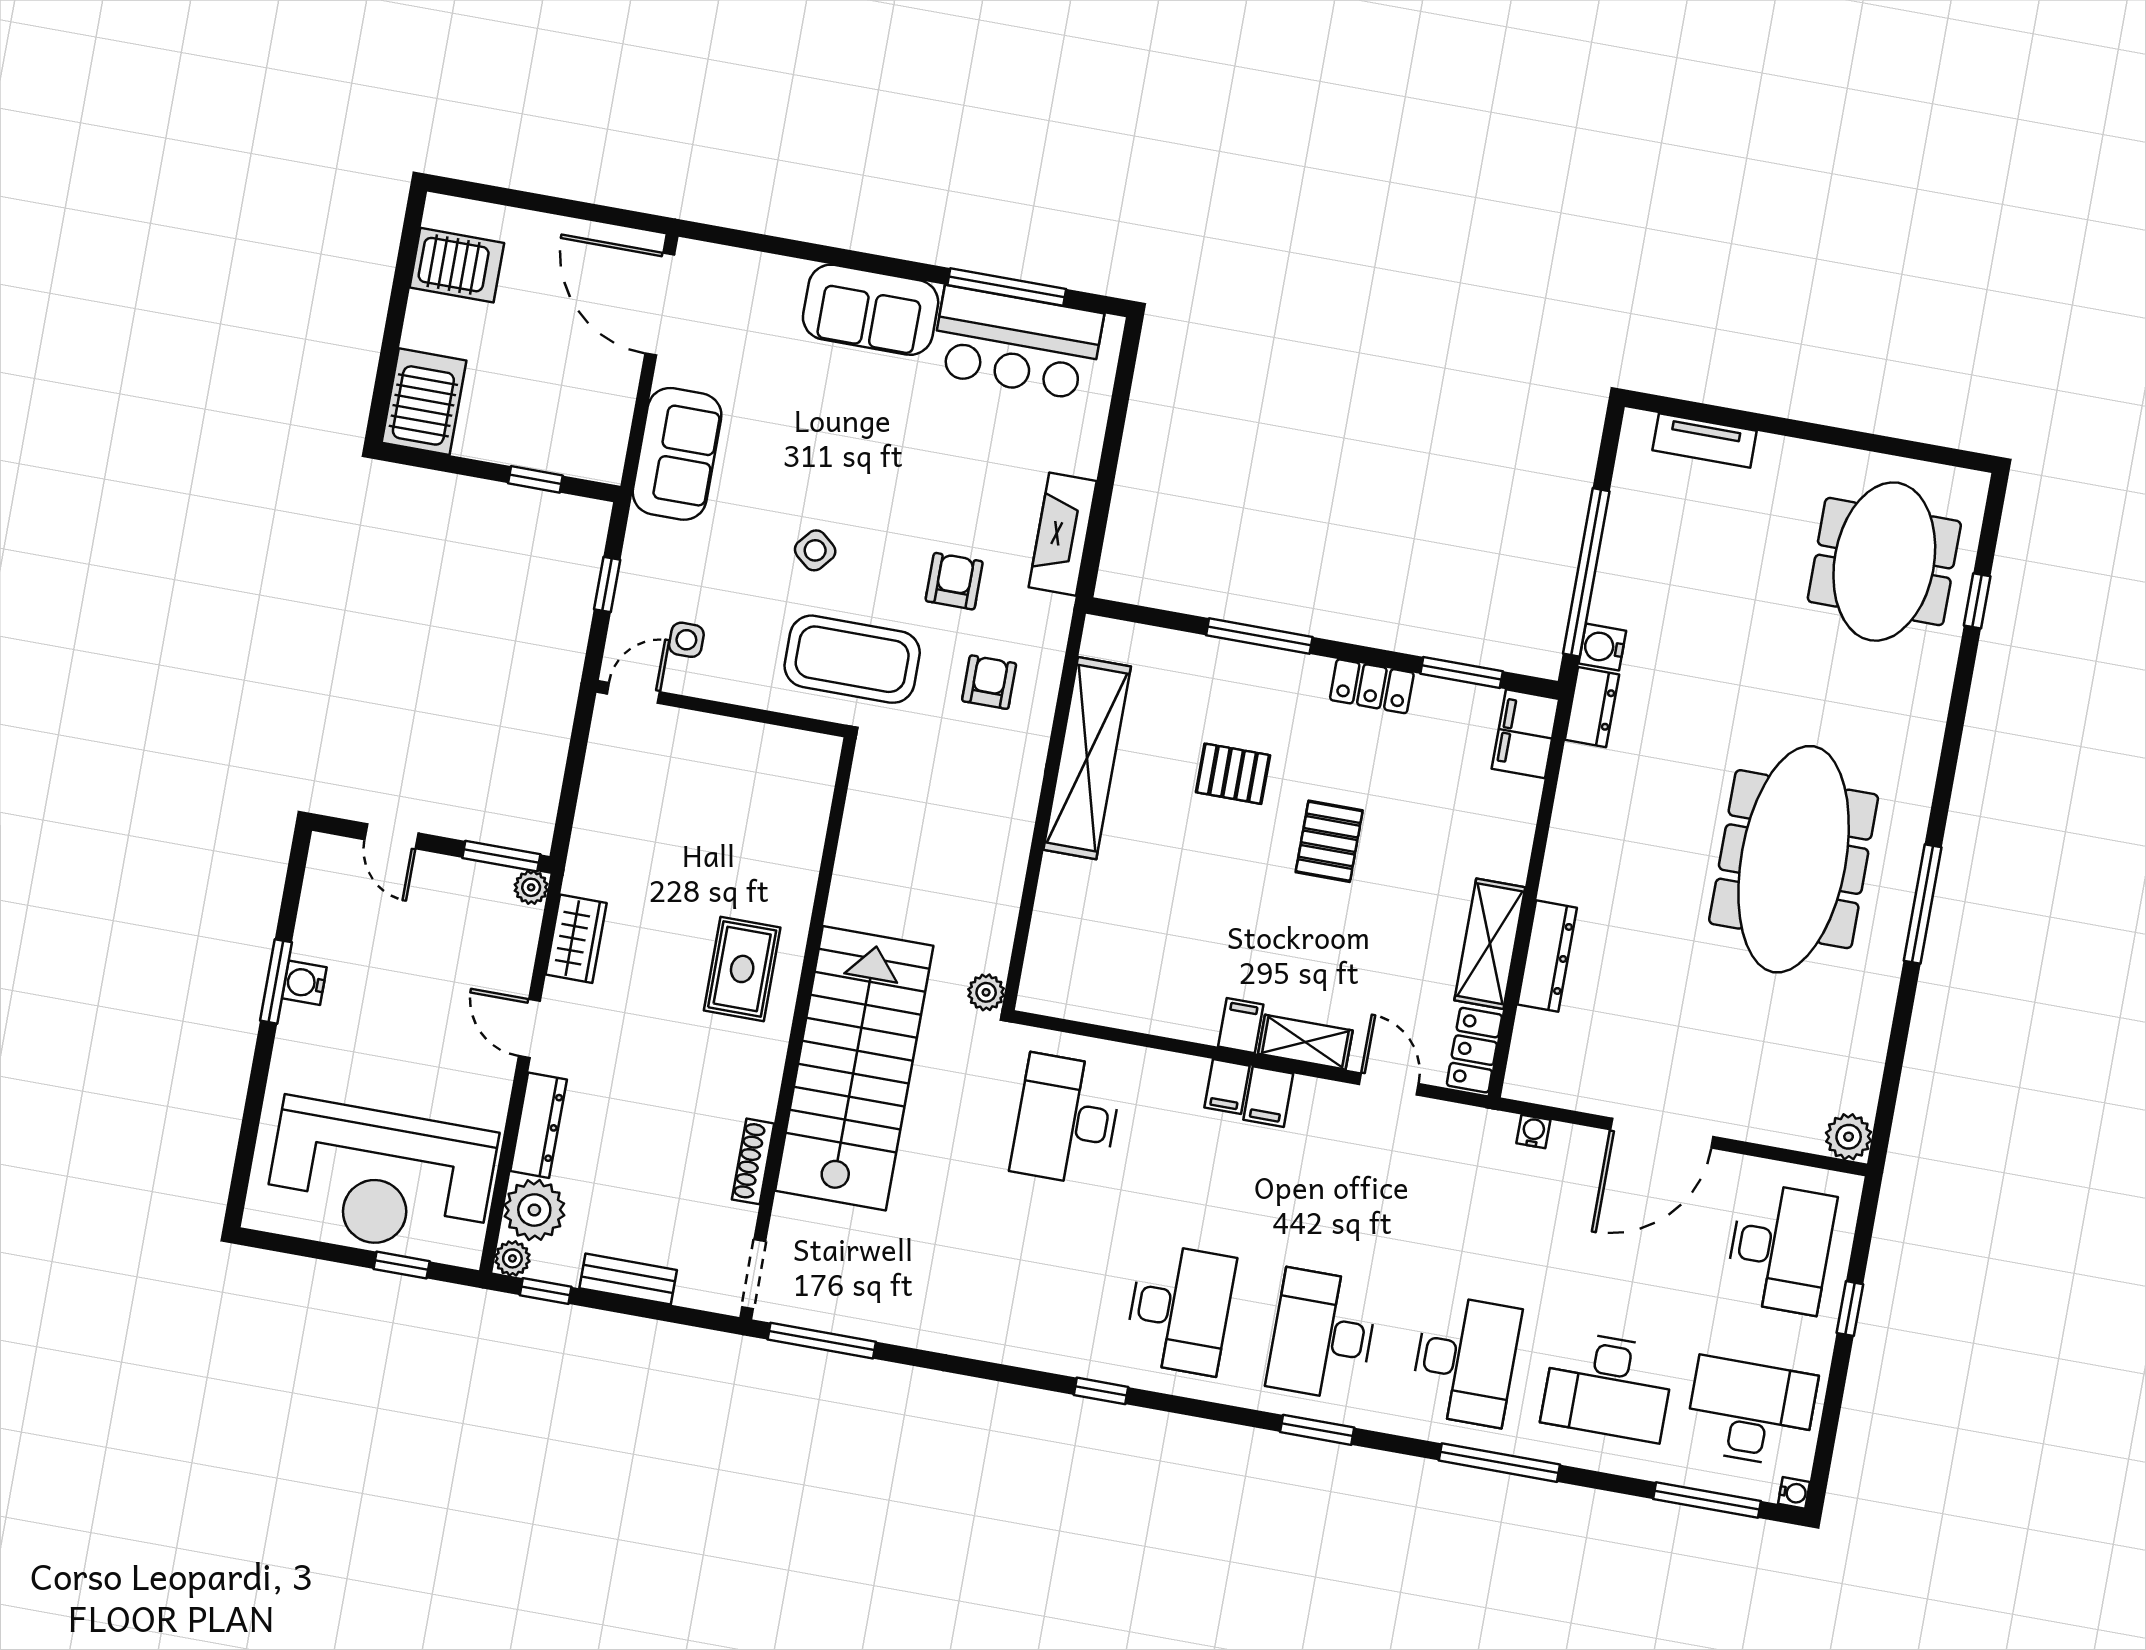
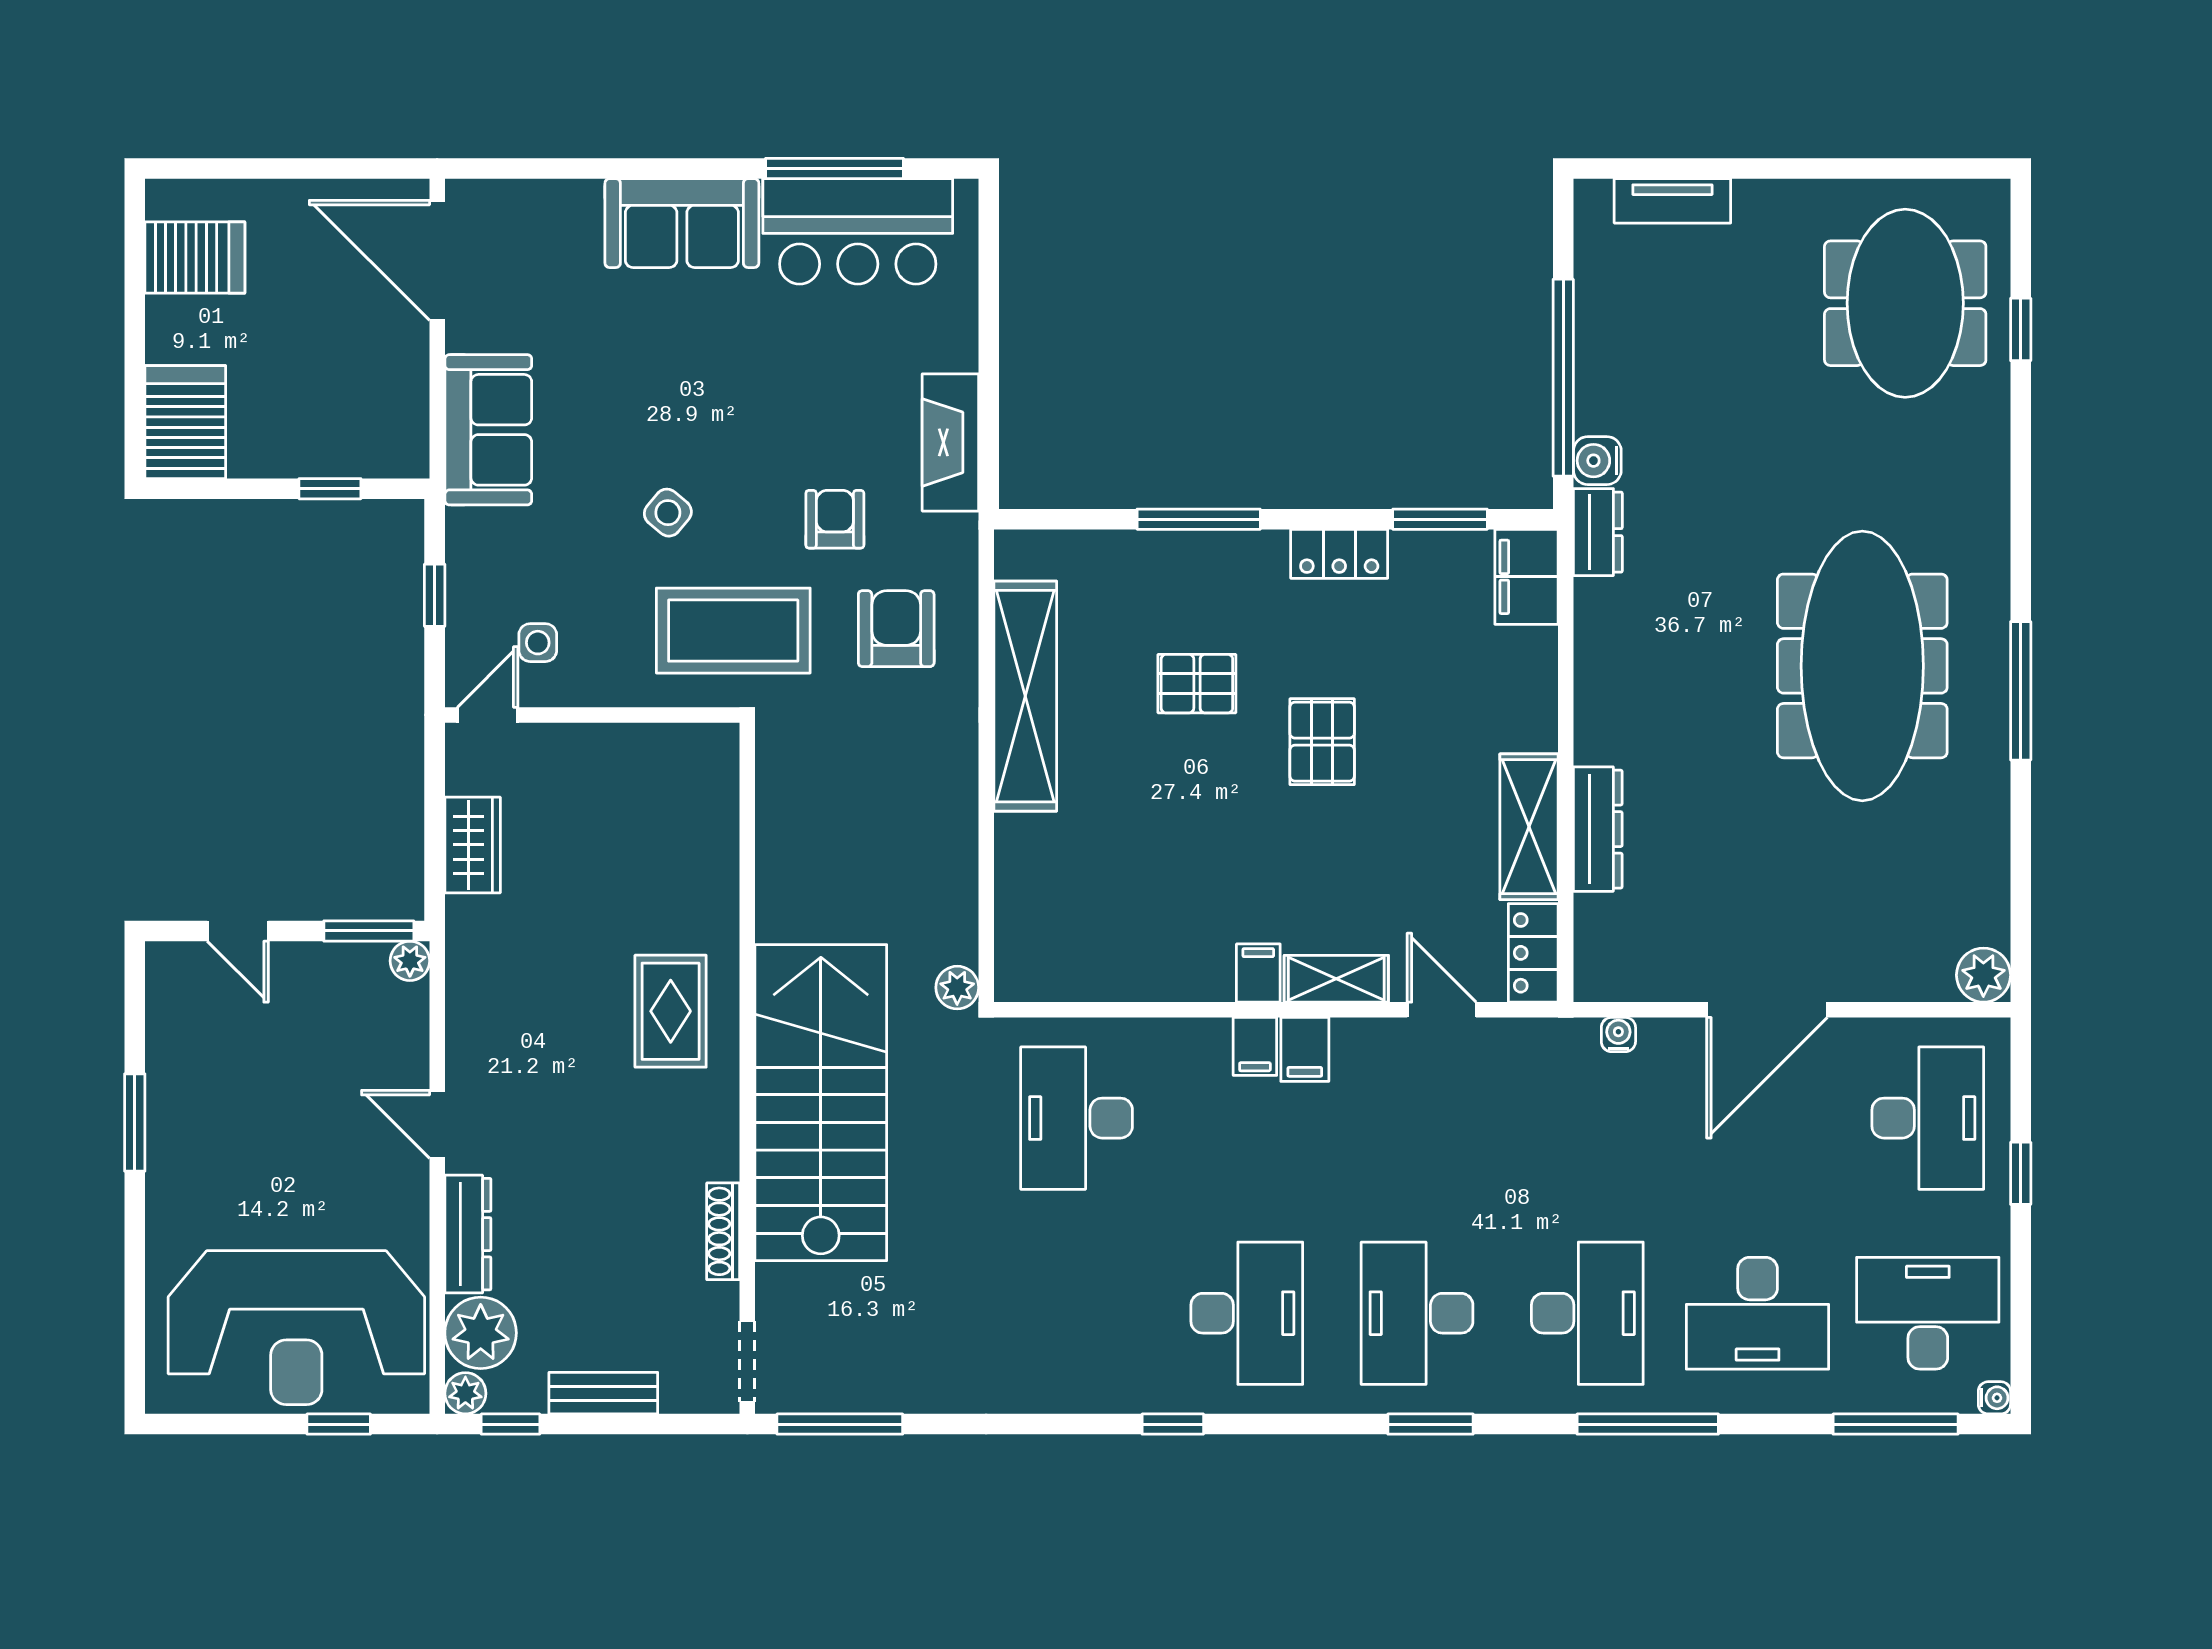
armchair: (989, 682) -> (896, 629), width x1.38, depth x1.38
wardrobe: (576, 939) -> (473, 845), moved
water cooler: (304, 983) -> (168, 1118), removed

